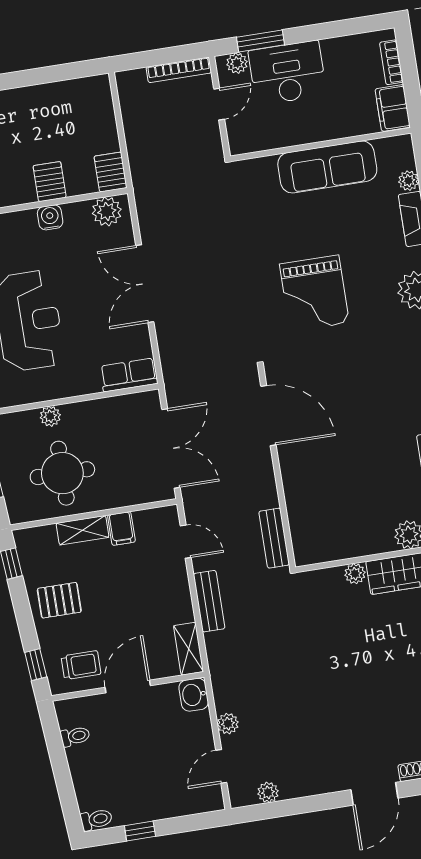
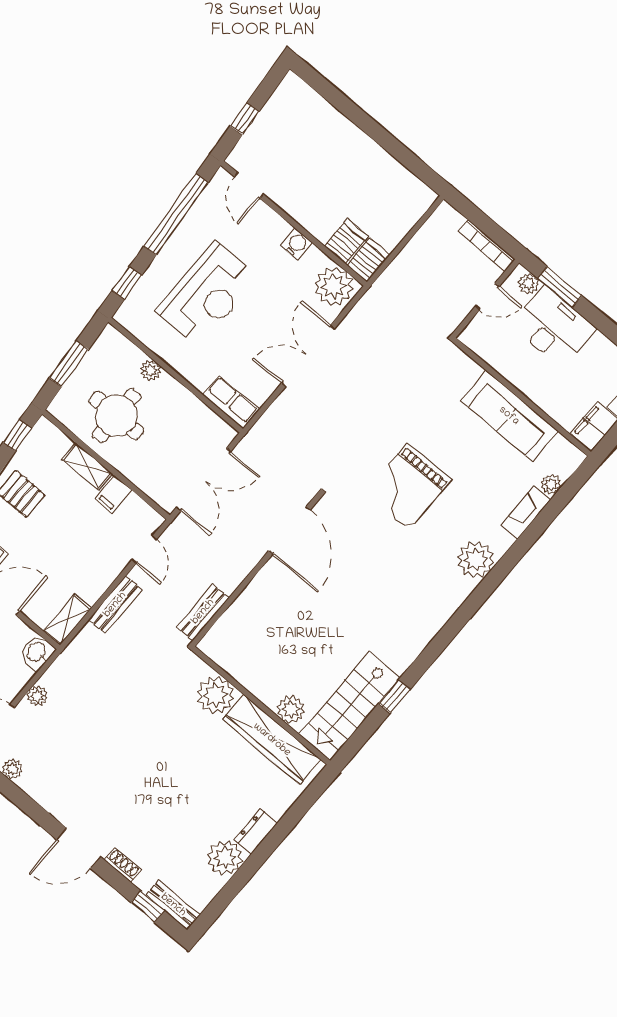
server rack: (50, 182) -> (346, 241), moved
plant: (107, 211) -> (334, 286), width x1.36, depth x1.36
plant: (355, 574) -> (216, 695), width x1.87, depth x1.87

